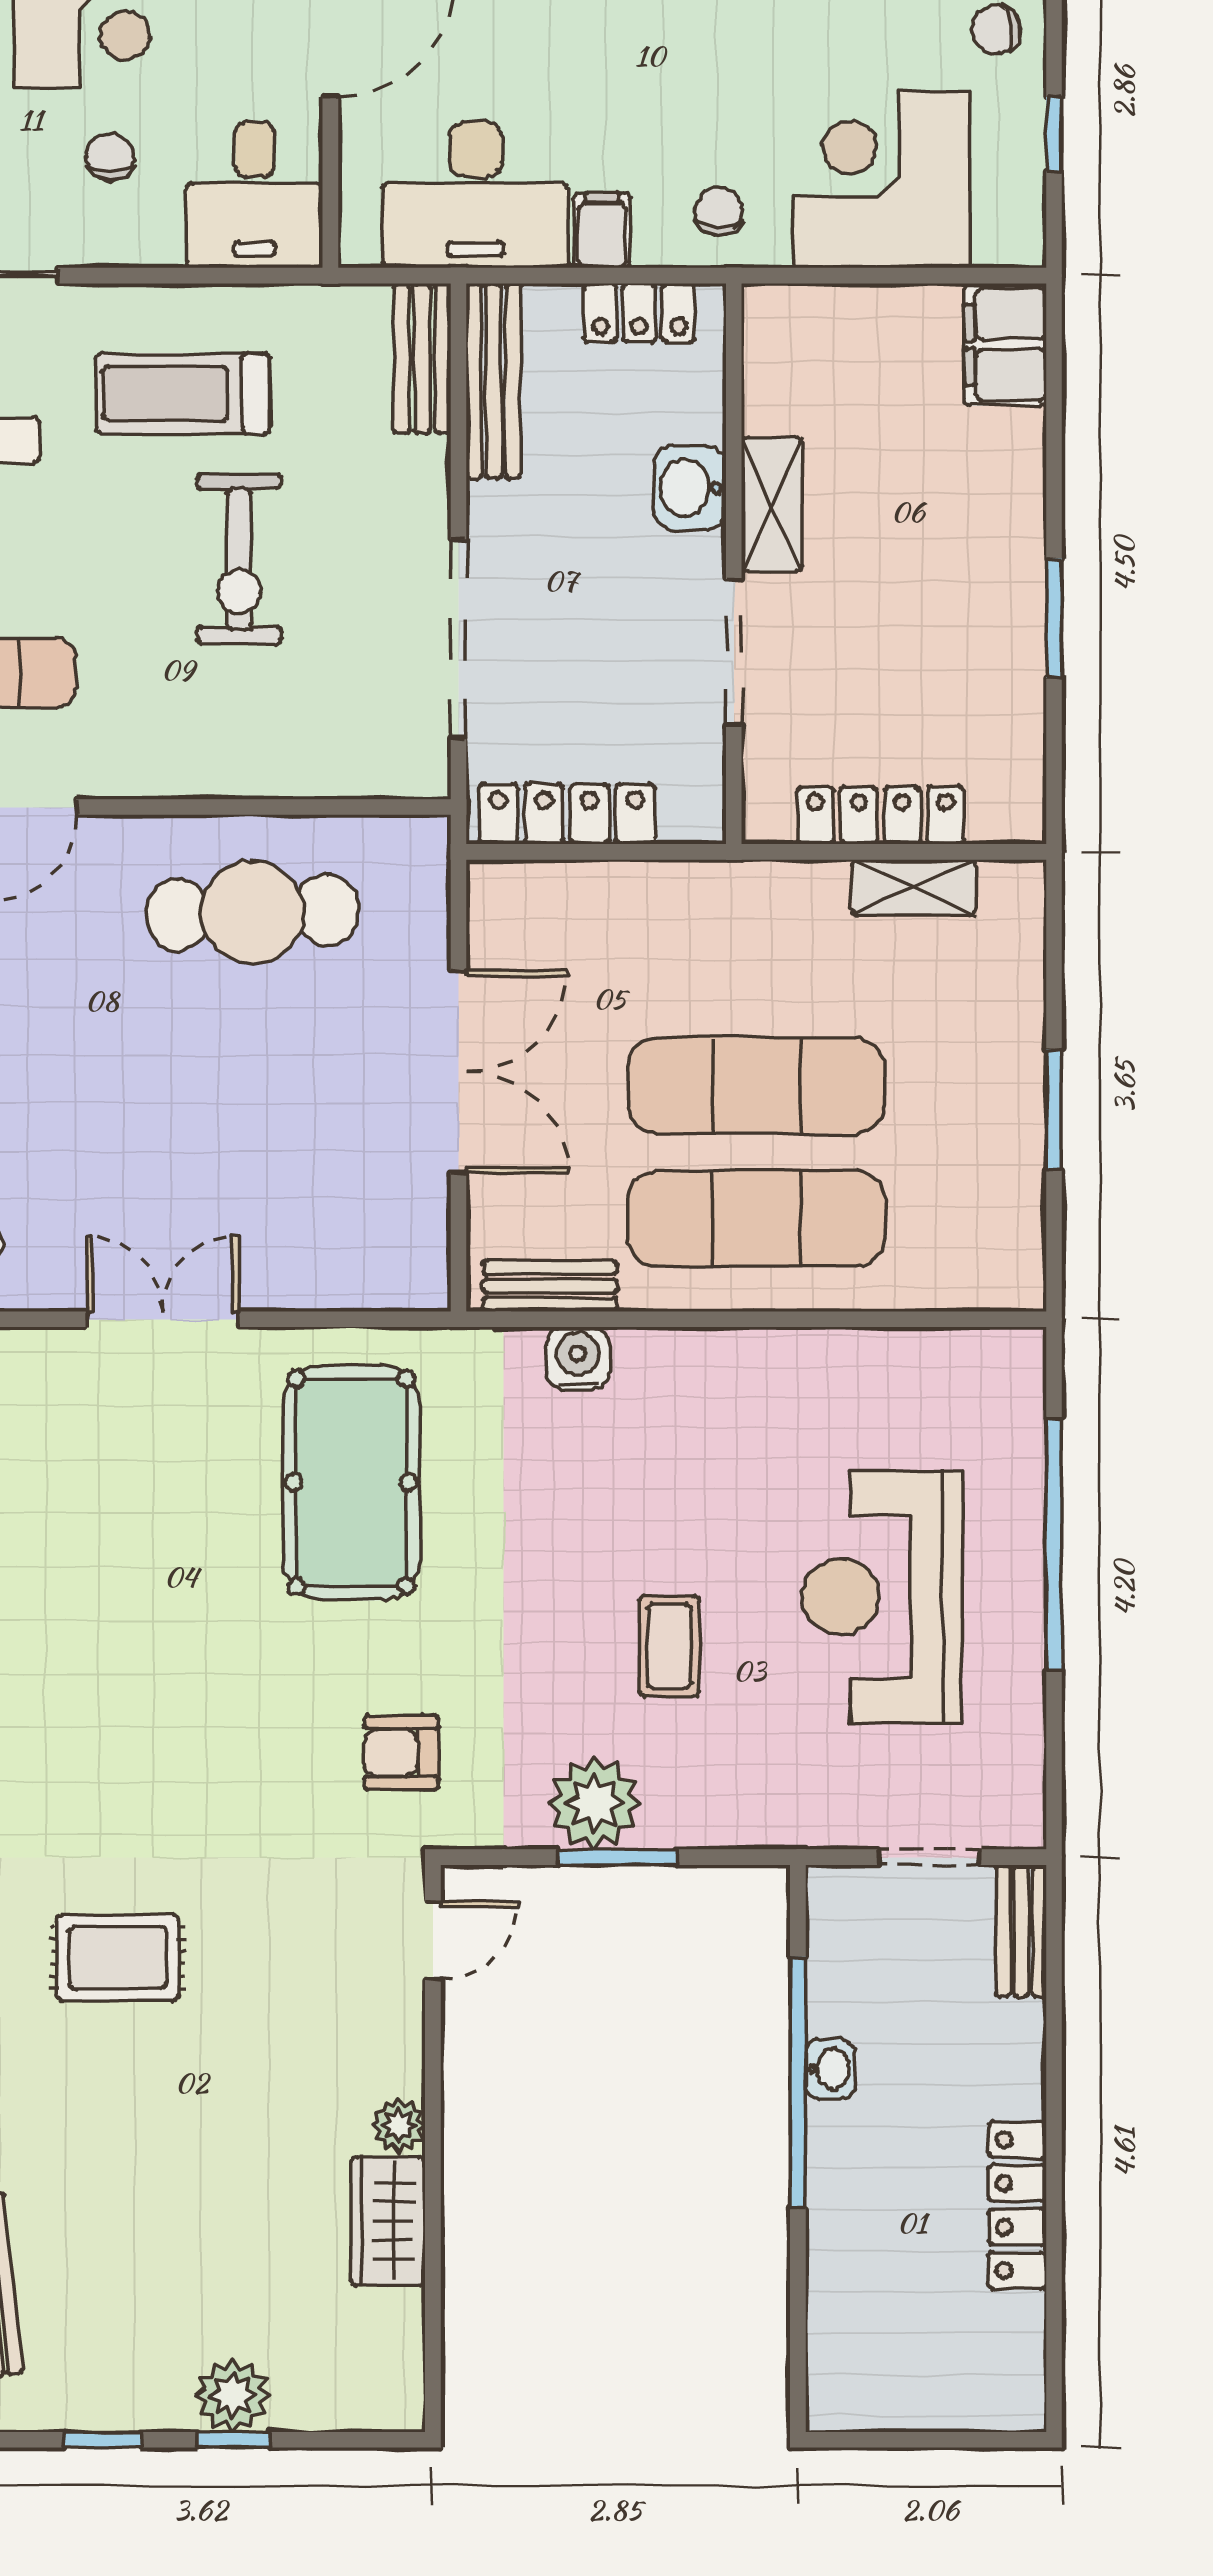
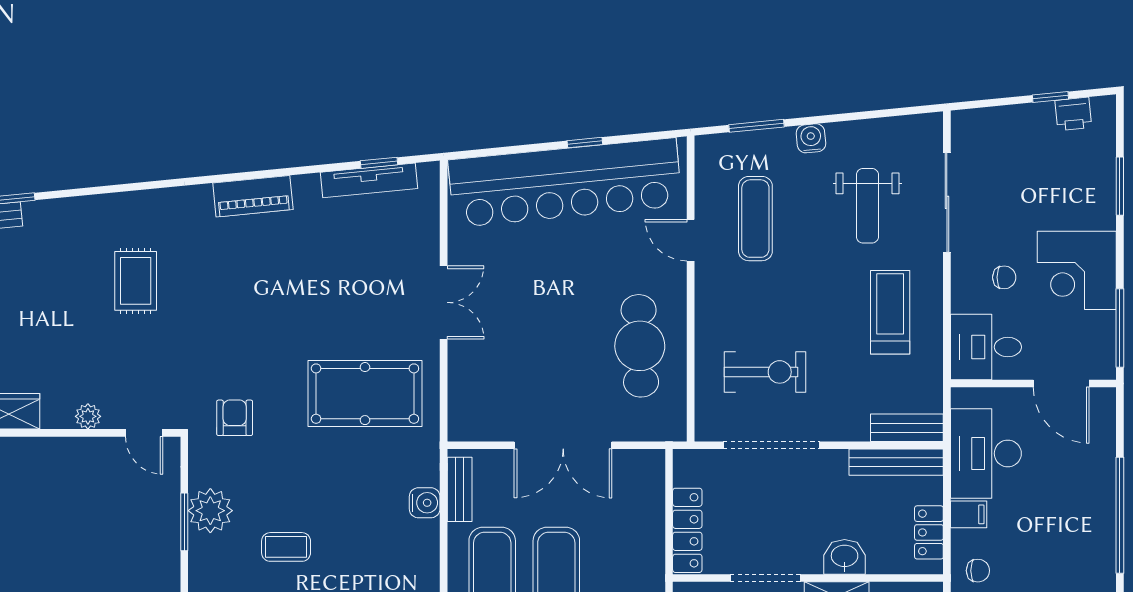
exercise bike: (239, 559) -> (765, 372), moved, turned 180
locker: (567, 814) -> (687, 530), moved
plant: (399, 2125) -> (88, 416), moved

